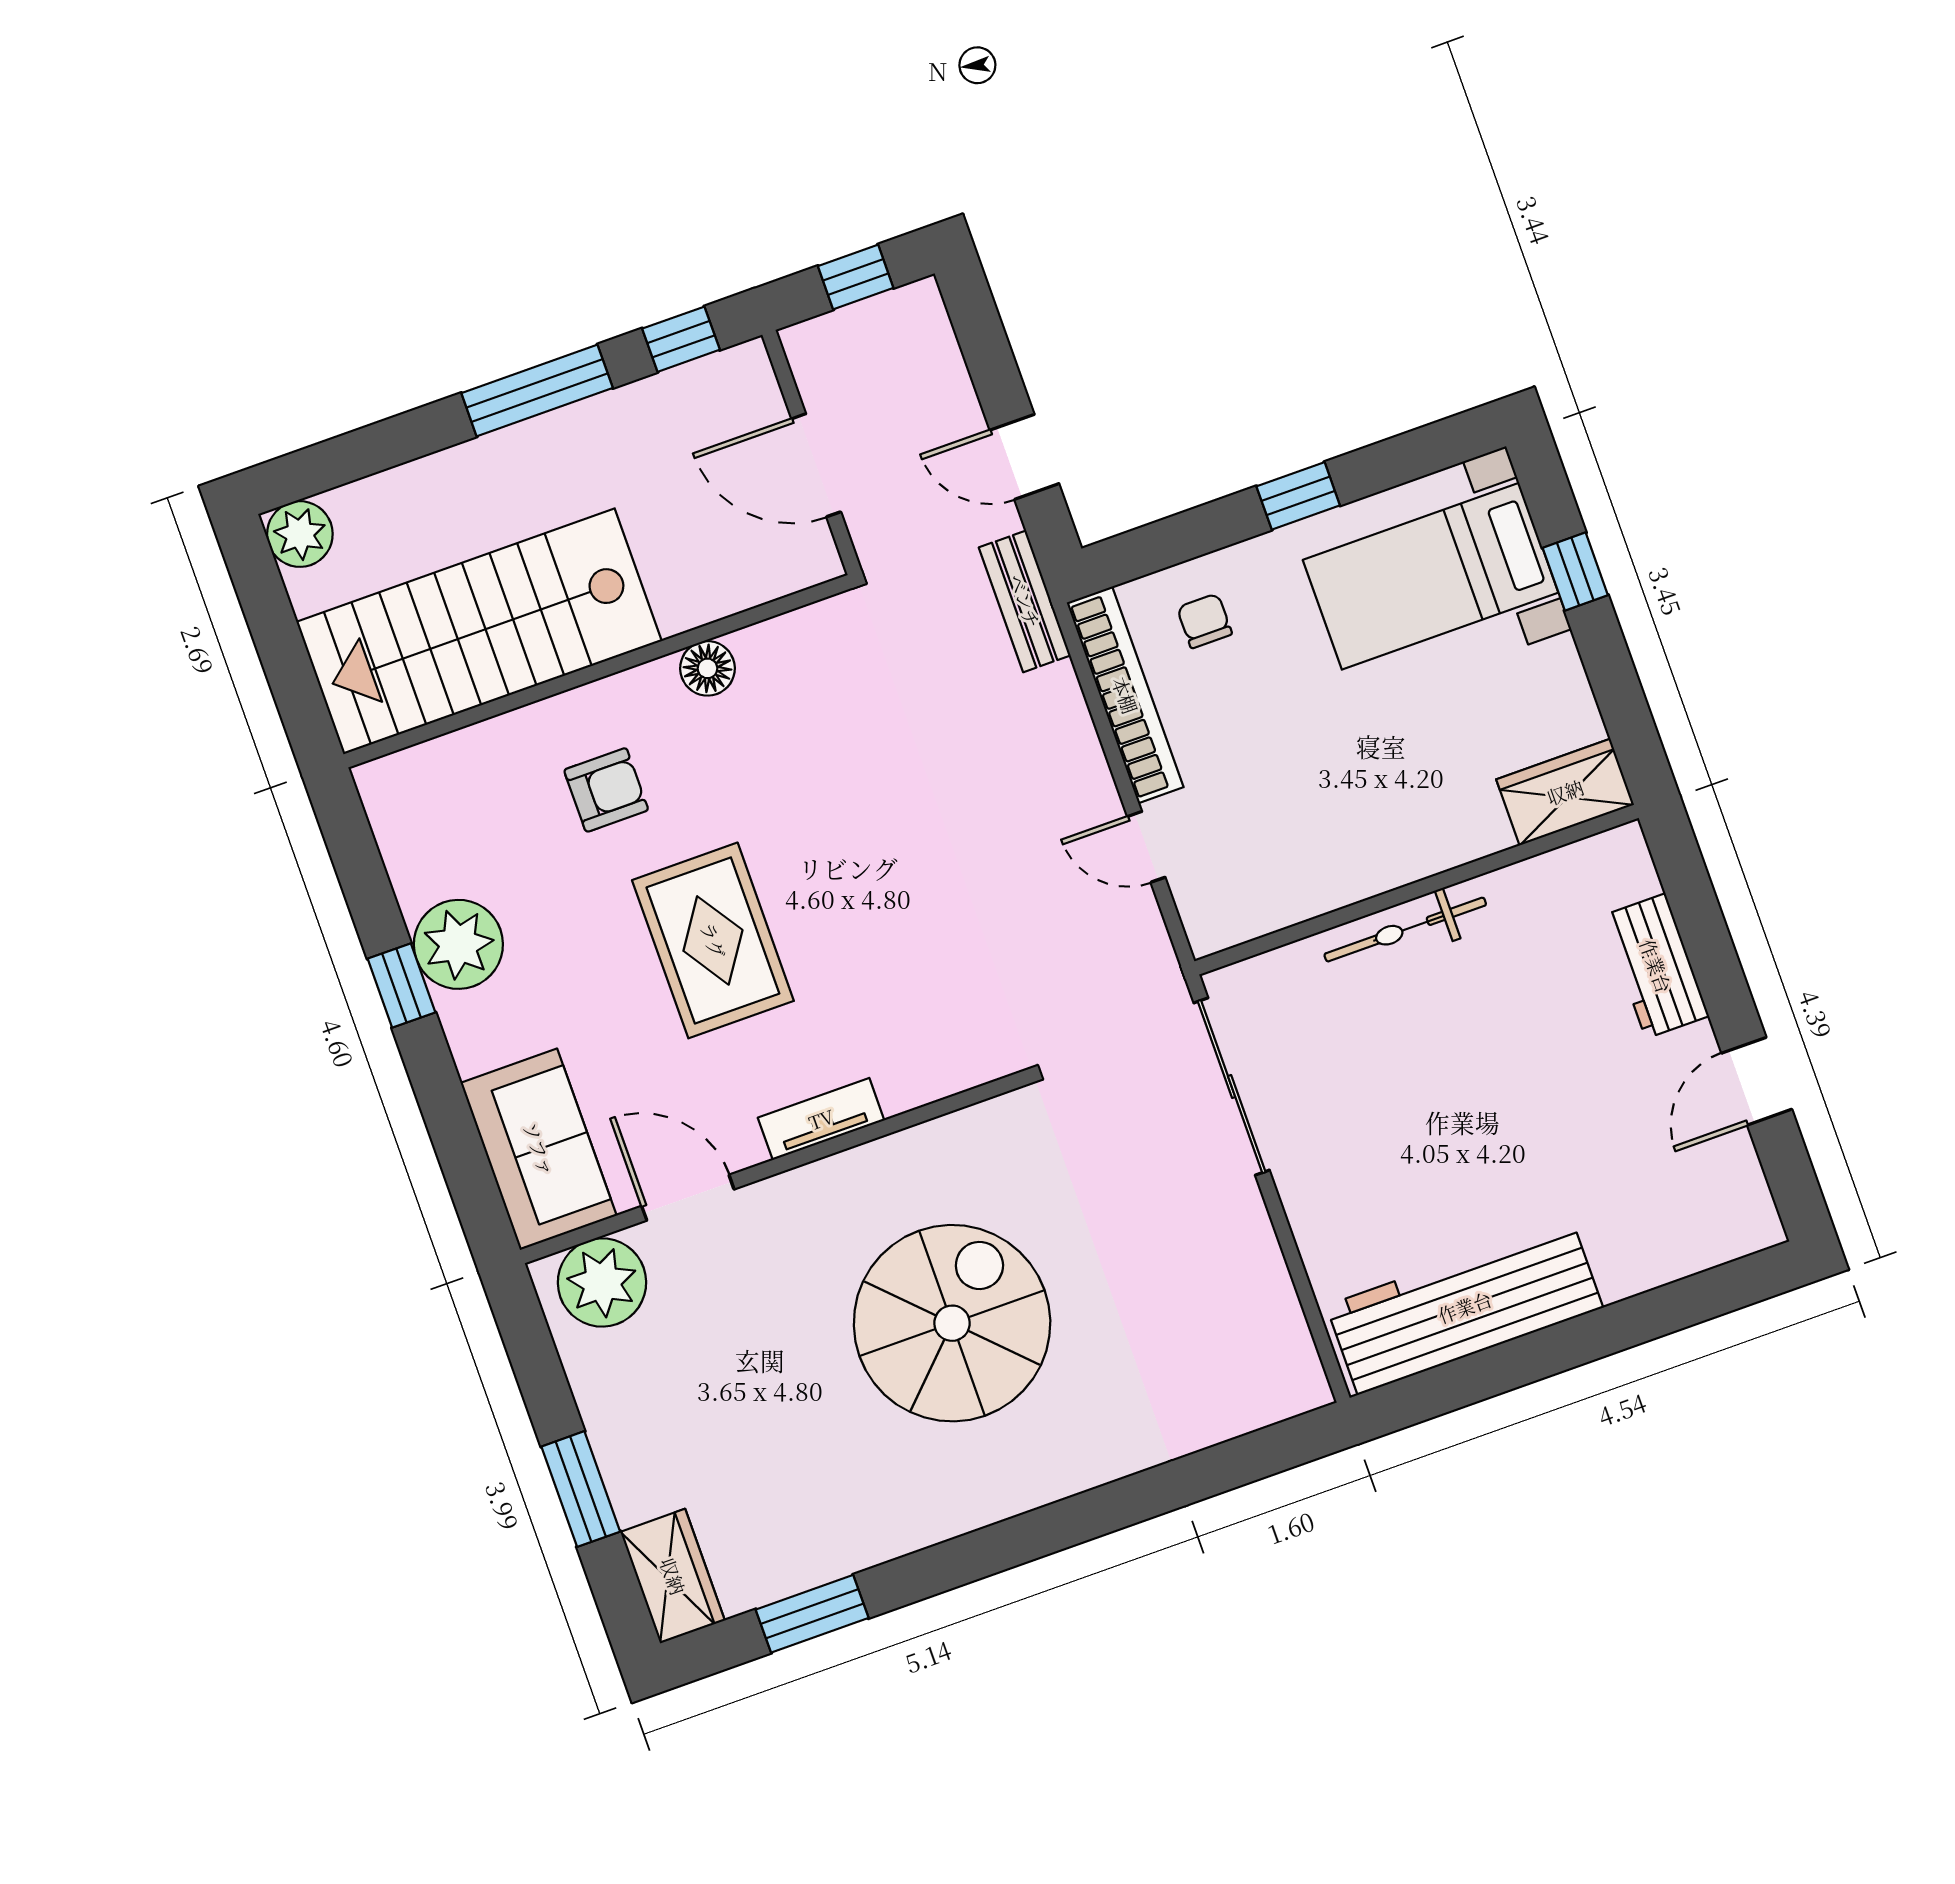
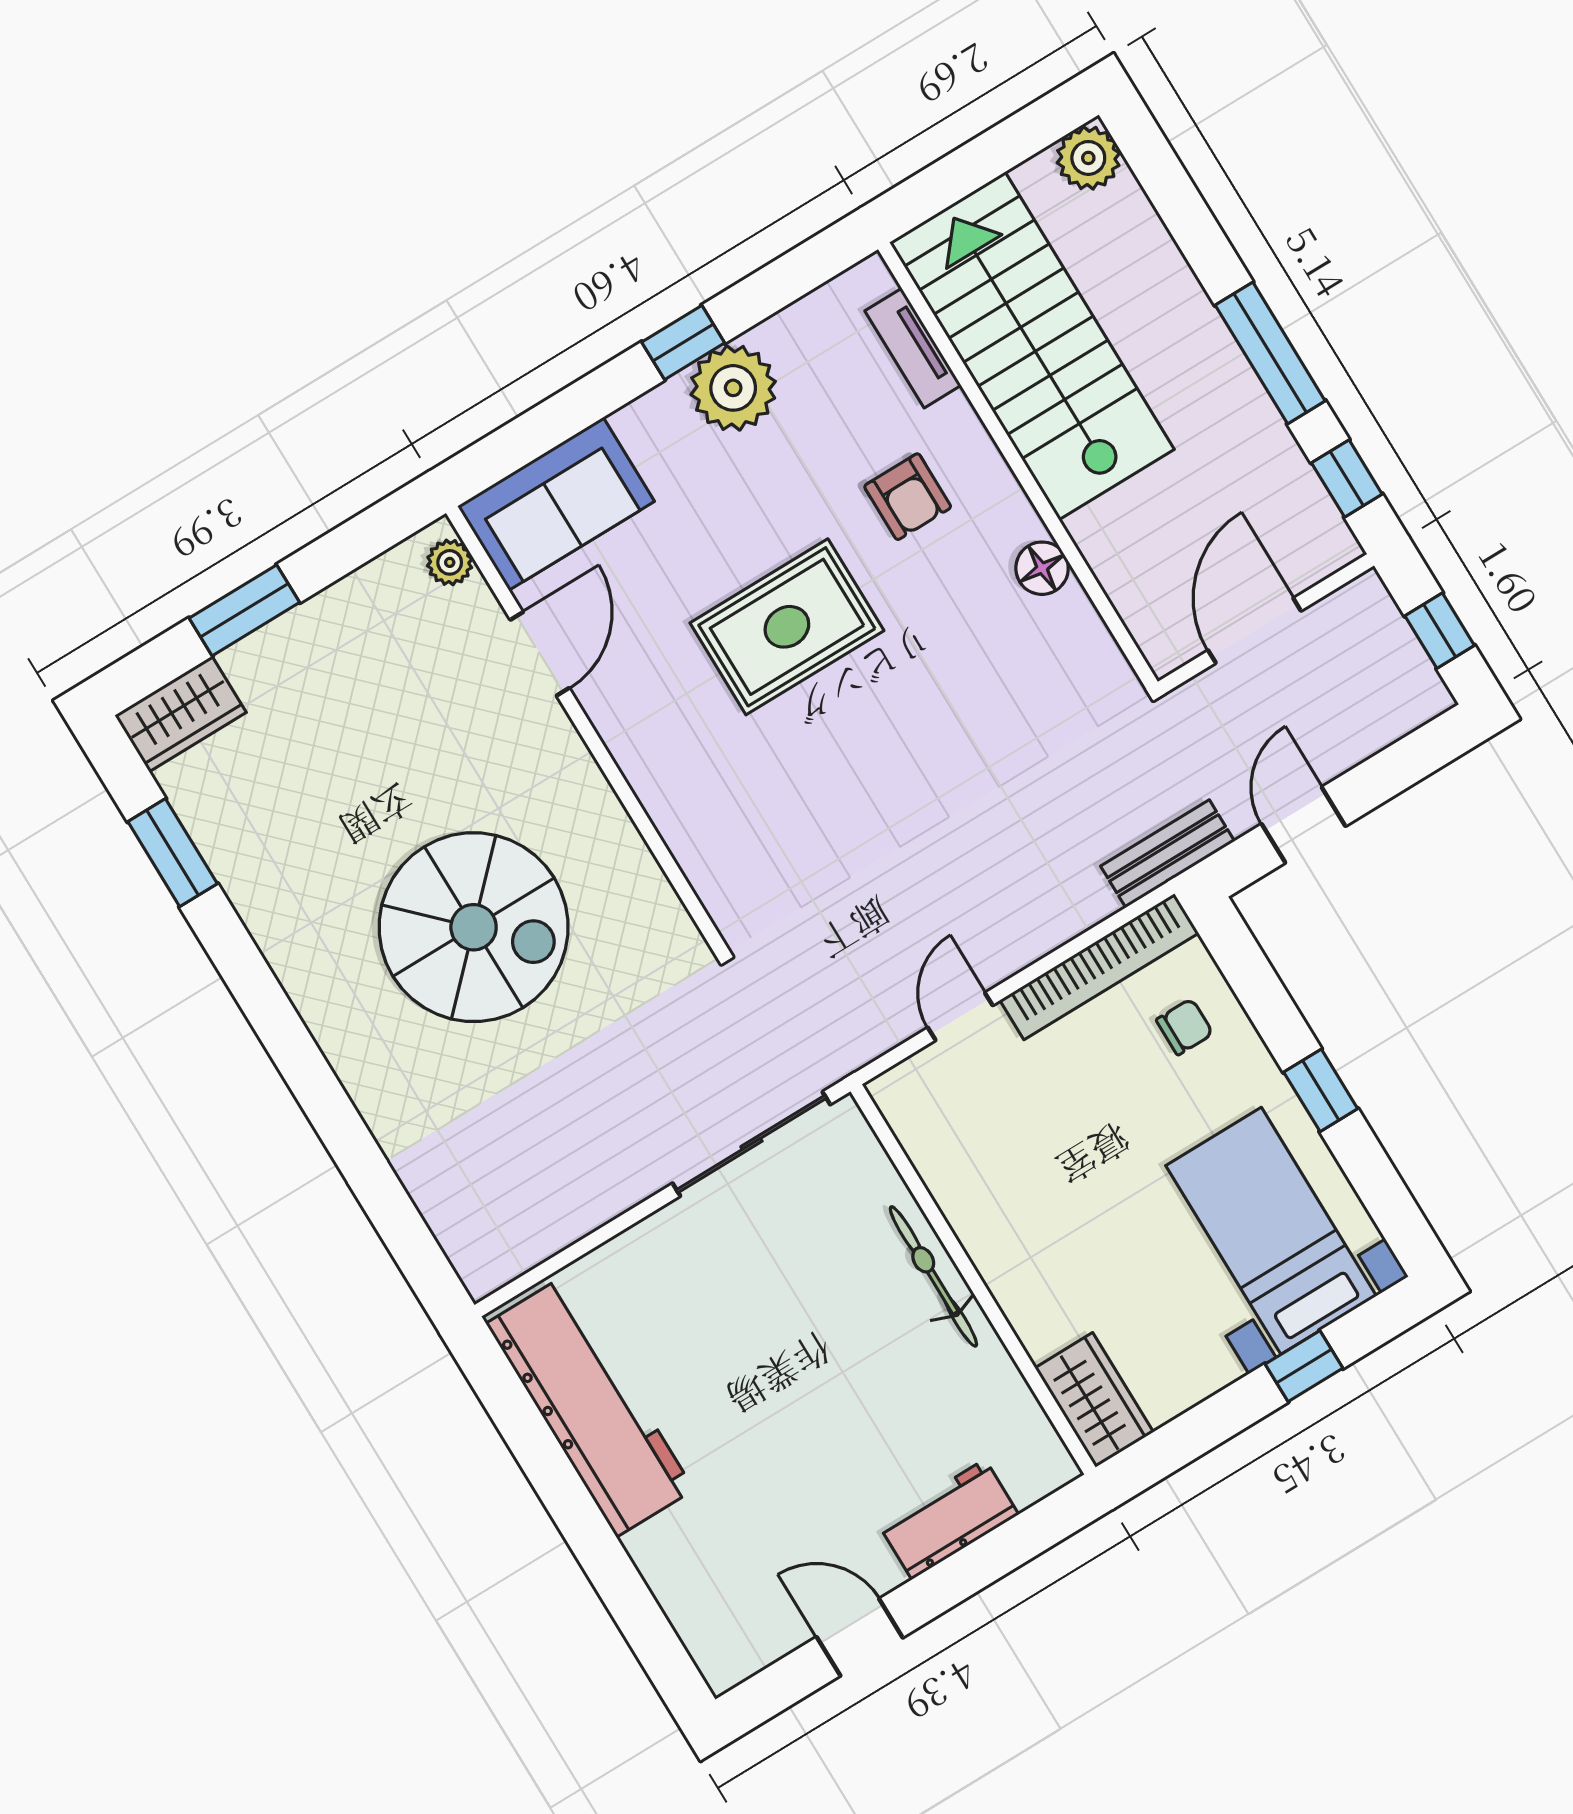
tv unit: (821, 1119) -> (913, 348), moved, turned 180
plant: (602, 1282) -> (450, 562), width x0.53, depth x0.53

